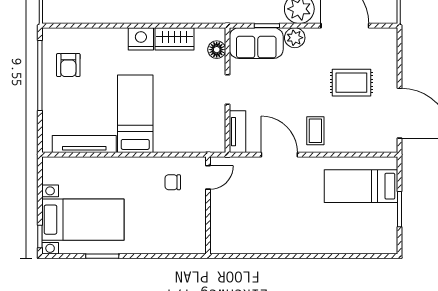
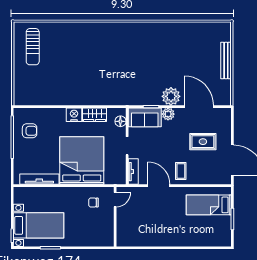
armchair: (68, 65) -> (30, 131), turned -90
bed: (135, 114) -> (82, 161), width x2.04

